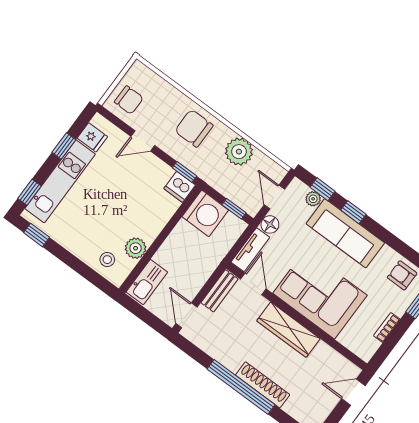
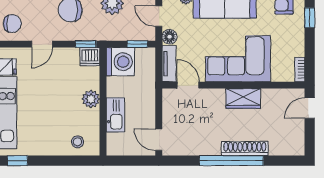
plant: (136, 248) -> (91, 99), moved
kitchen sink: (147, 282) -> (115, 115), moved
bench: (220, 291) -> (169, 107), removed
bookcase: (387, 328) -> (300, 70), moved
wardrobe: (288, 330) -> (243, 98), width x0.67

